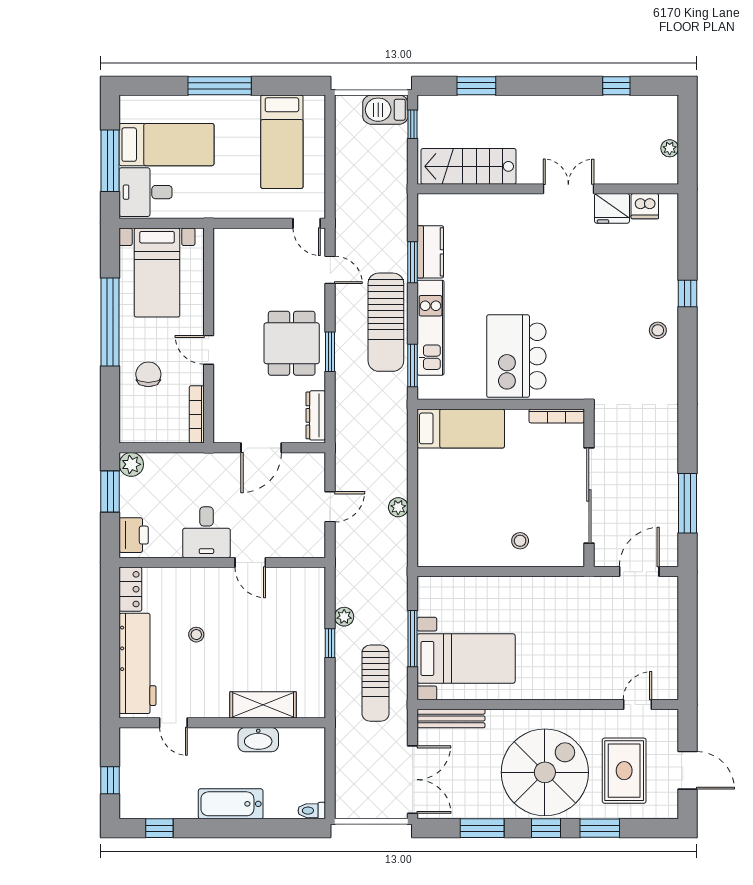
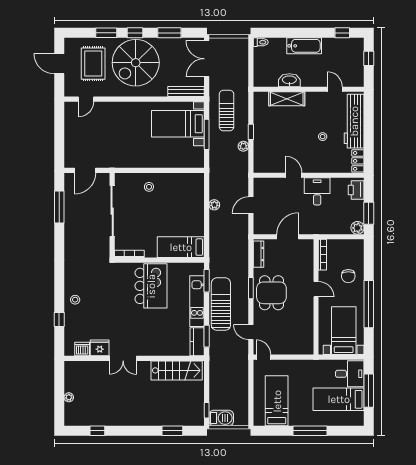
stairs: (469, 166) -> (177, 370), moved
wall: (548, 189) -> (134, 358), moved
double door: (568, 189) -> (123, 358), moved
dishwasher: (645, 206) -> (82, 349), moved
fridge: (612, 208) -> (100, 348), moved

